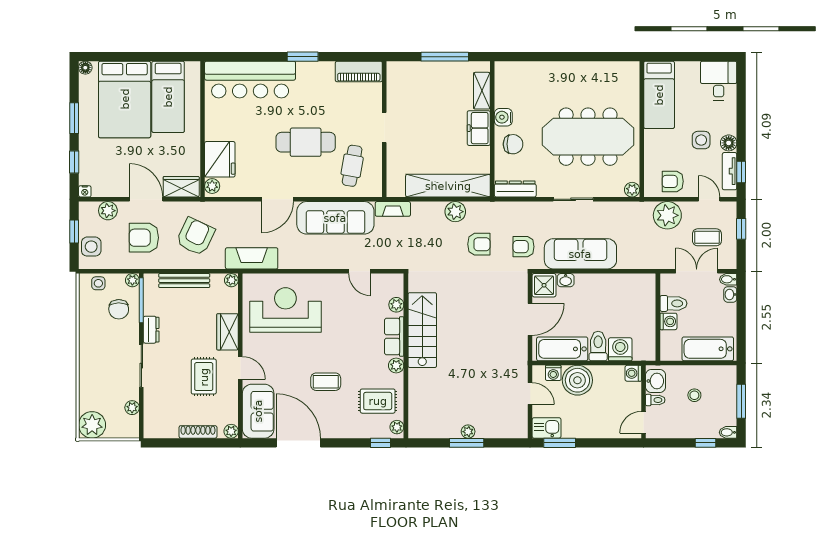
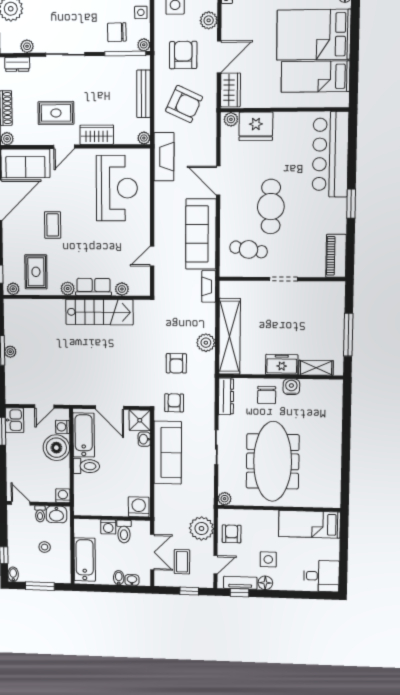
bidet: (728, 279) -> (119, 578), moved
dresser: (151, 330) -> (17, 64), moved
washing machine: (620, 349) -> (139, 507), moved, turned -90

